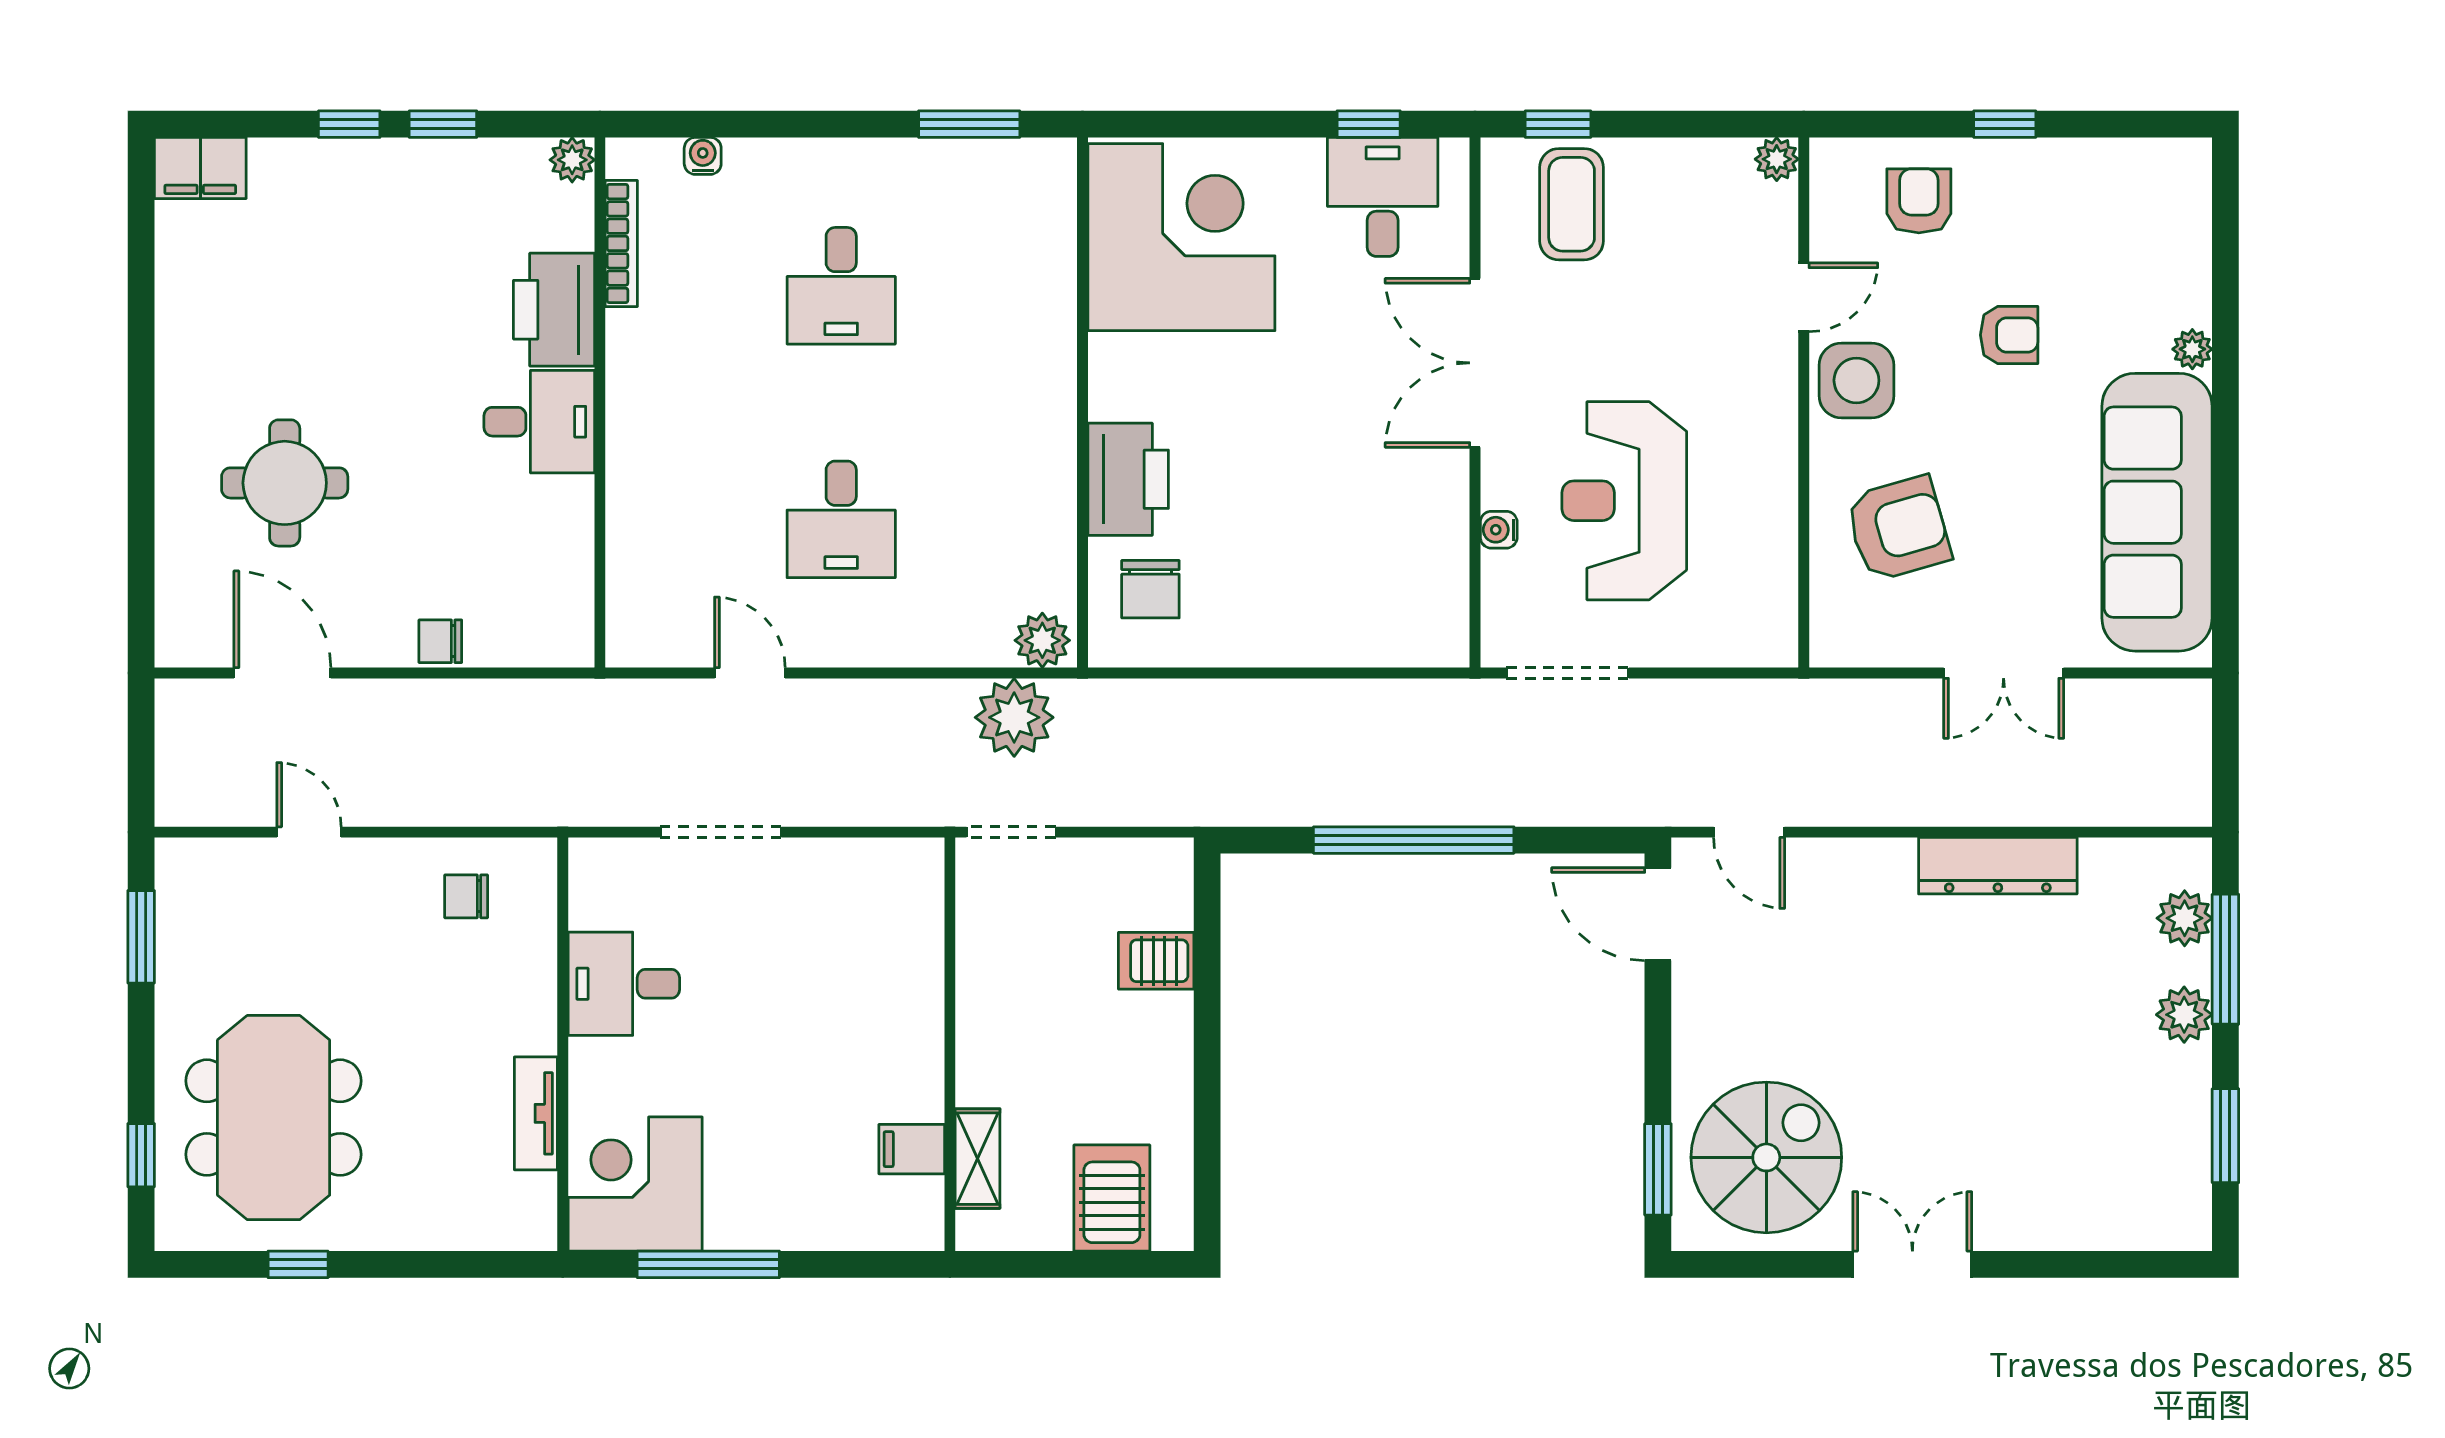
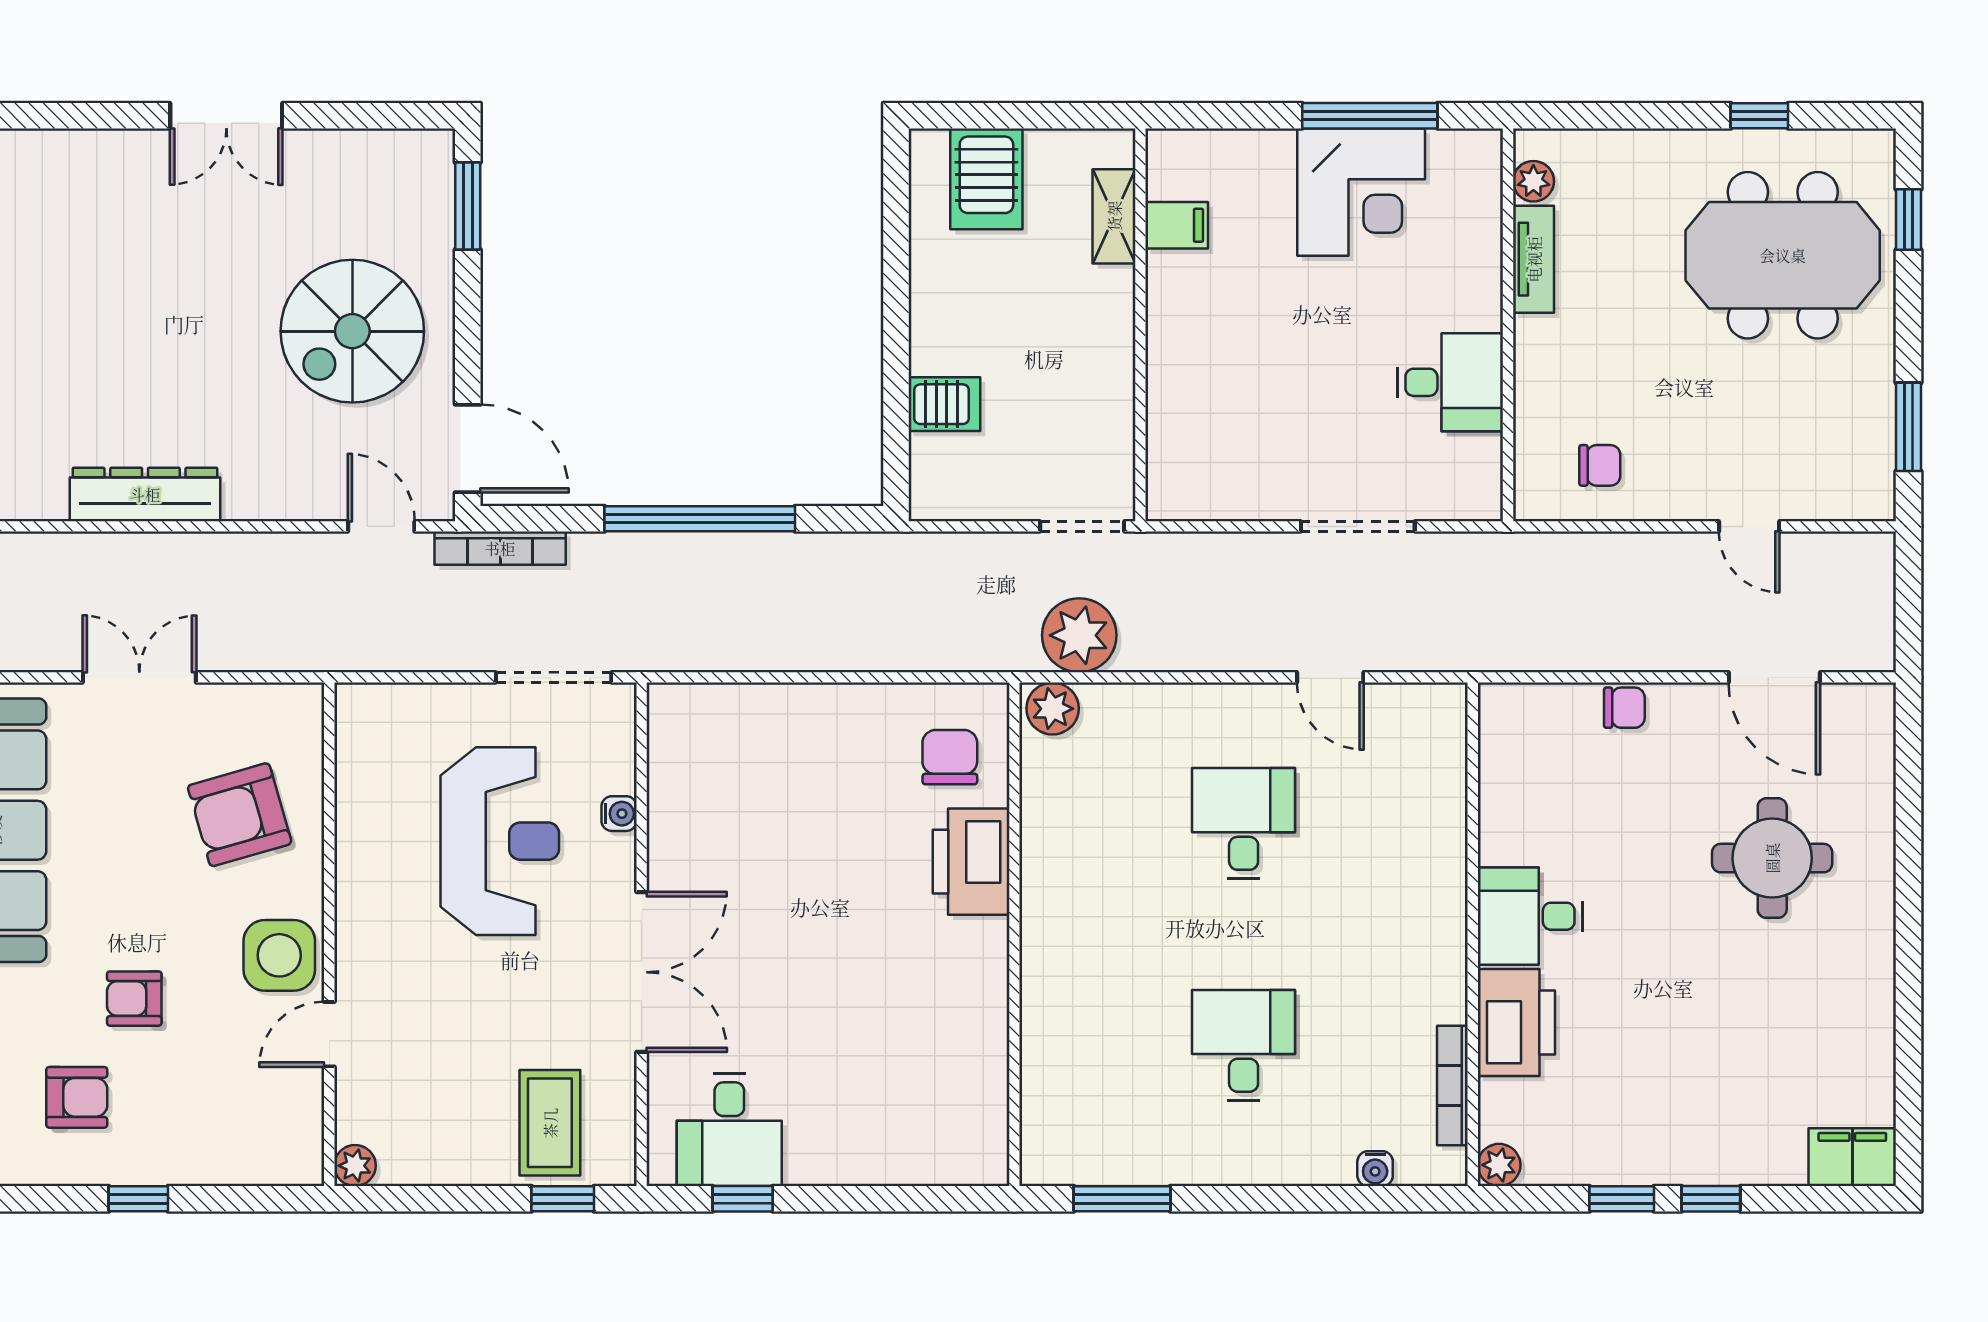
armchair: (1919, 201) -> (77, 1097), moved, turned -90
corner desk: (1181, 237) -> (920, 1092), removed
bookcase: (1624, 809) -> (500, 548), added
meeting table: (274, 1118) -> (1783, 255), turned 90
spiral stairs: (1766, 1157) -> (352, 331), moved
corner desk: (635, 1184) -> (1361, 192), moved
plant: (536, 1196) -> (1533, 181), added

